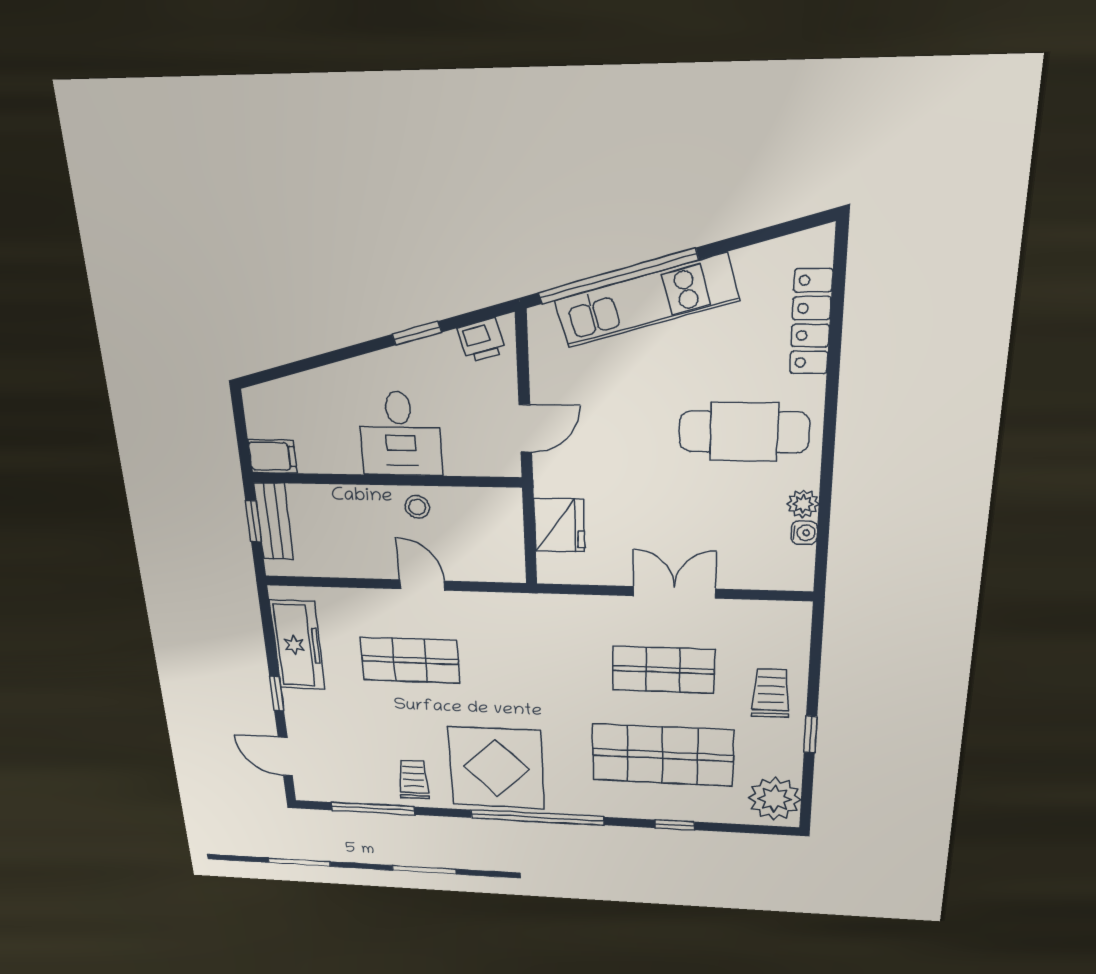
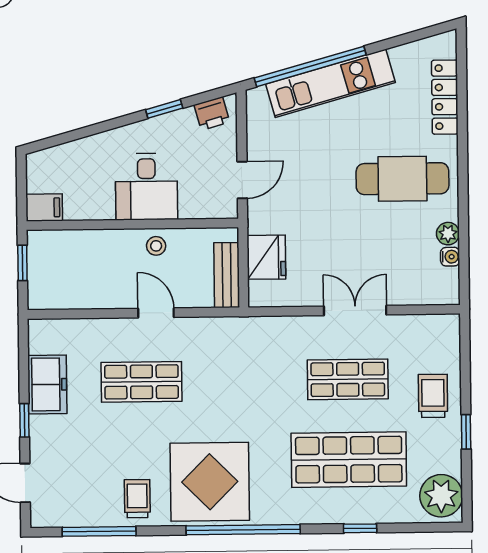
bench: (274, 522) -> (227, 275), moved
freezer: (297, 645) -> (47, 384), width x0.71

